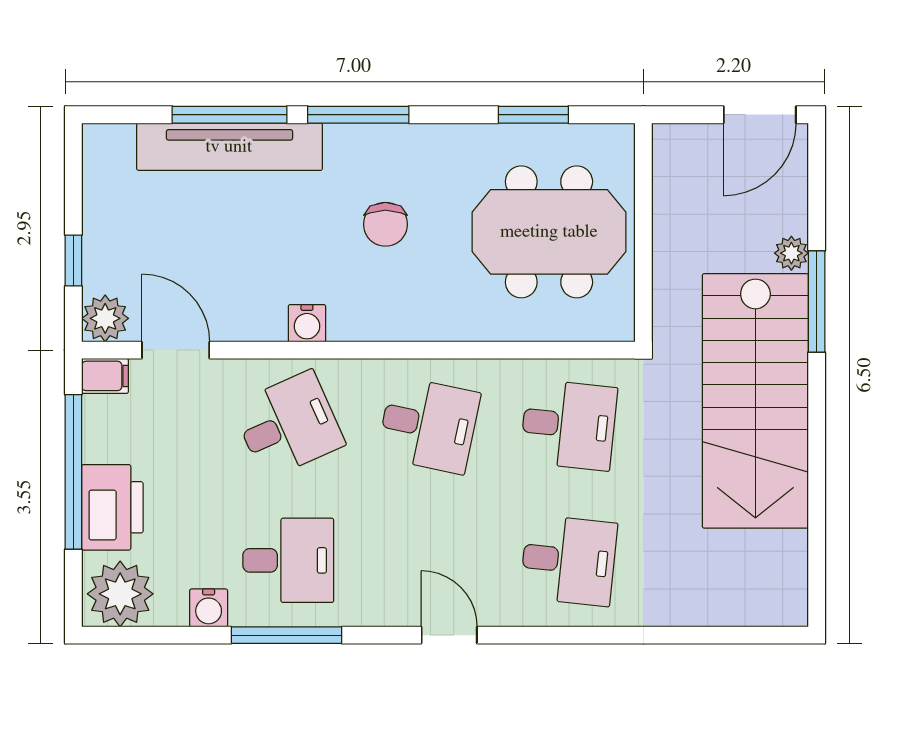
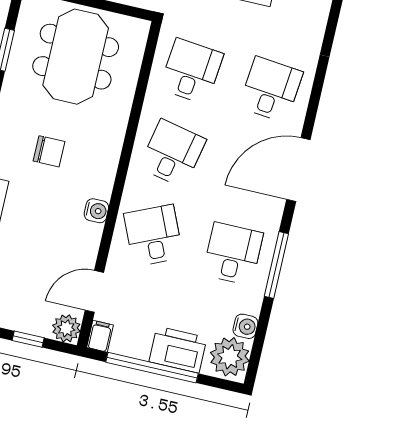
water cooler: (209, 608) -> (245, 326), moved
door: (449, 635) -> (298, 170), width x1.87

